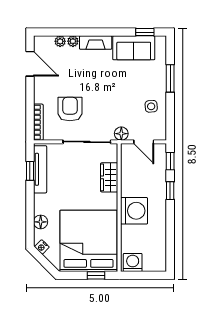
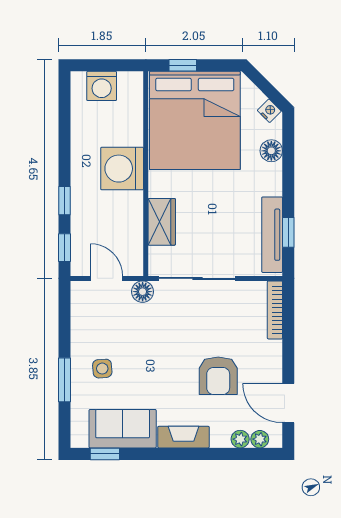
plant: (73, 41) -> (260, 439), moved
side table: (151, 106) -> (102, 369), moved
armchair: (70, 109) -> (218, 376), moved
washing machine: (133, 263) -> (102, 86), moved

